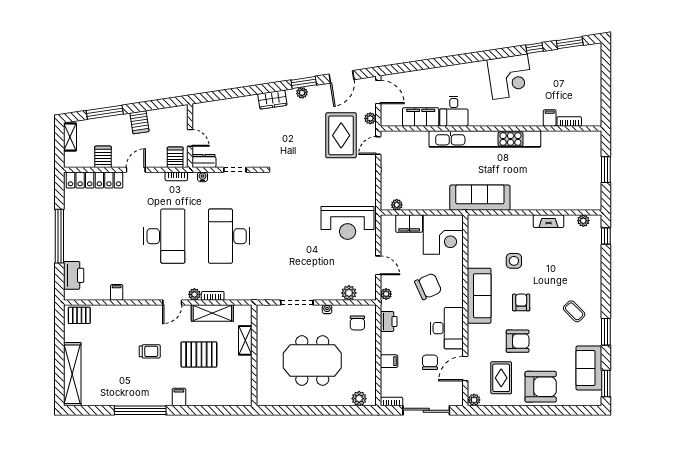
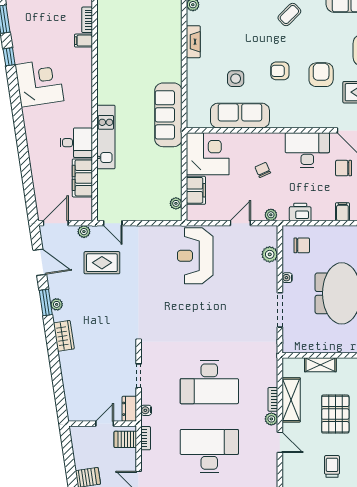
rug: (341, 135) -> (102, 263), width x0.73, depth x0.70
kitchen unit: (485, 139) -> (106, 137), width x0.54
reception desk: (348, 223) -> (195, 256), turned 180
chair: (428, 286) -> (263, 170), width x0.54, depth x0.54
sofa: (479, 296) -> (240, 116), moved

